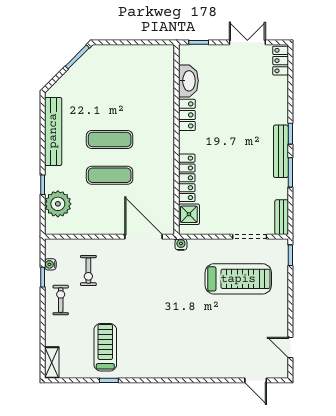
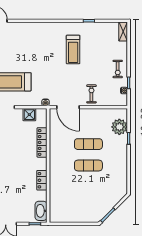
washbasin: (188, 81) -> (41, 211), moved
bench: (53, 131) -> (122, 170), removed
shower: (189, 214) -> (29, 115), moved
exercise bike: (88, 271) -> (91, 94), moved
treadmill: (105, 347) -> (73, 49), moved

